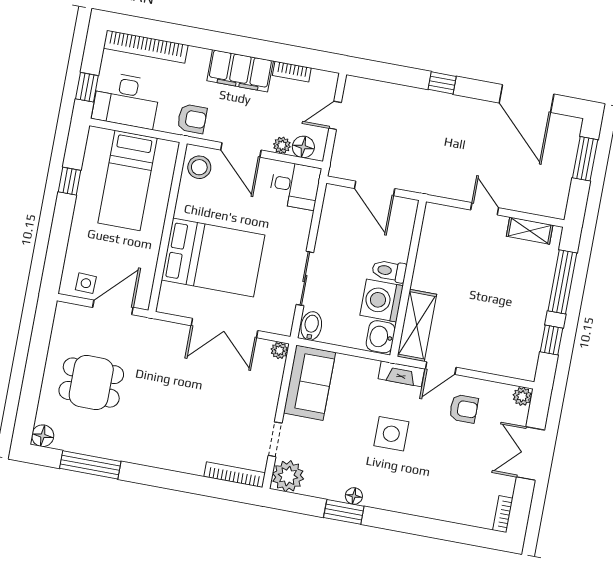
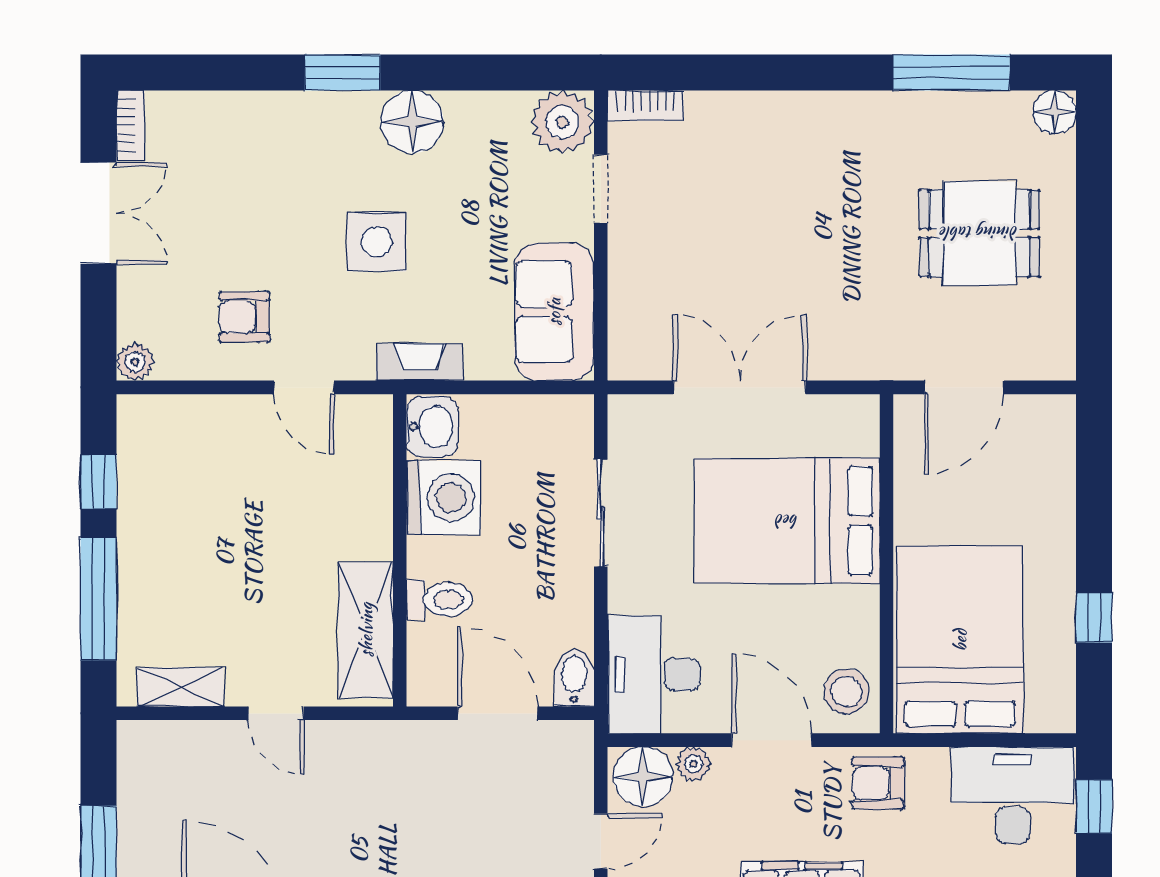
floor lamp: (303, 147) -> (643, 776), width x1.38, depth x1.38
bed: (128, 181) -> (960, 640), width x1.50
desk: (295, 185) -> (654, 675), width x1.37
toilet: (389, 271) -> (439, 600), moved
side table: (86, 283) -> (1025, 425), removed
shelving: (417, 325) -> (366, 630), moved
bidet: (311, 326) -> (574, 678), moved, turned 180
plant: (279, 350) -> (624, 364), removed
door: (441, 368) -> (304, 387), swing flipped
fireplace: (401, 374) -> (419, 362), moved
double door: (530, 454) -> (98, 213), moved
bookcase: (235, 475) -> (645, 106), width x0.64
floor lamp: (354, 496) -> (412, 122), width x1.89, depth x1.89
window: (344, 512) -> (343, 73), moved

